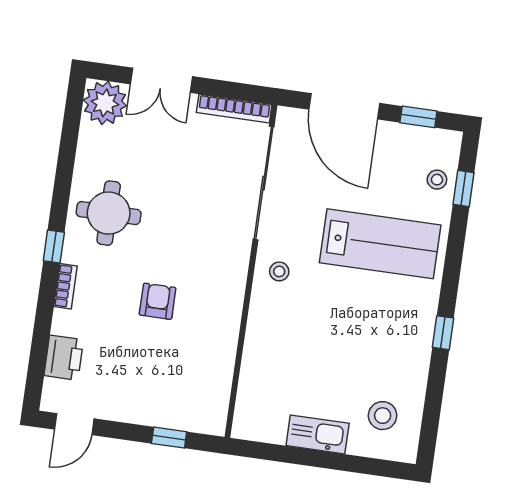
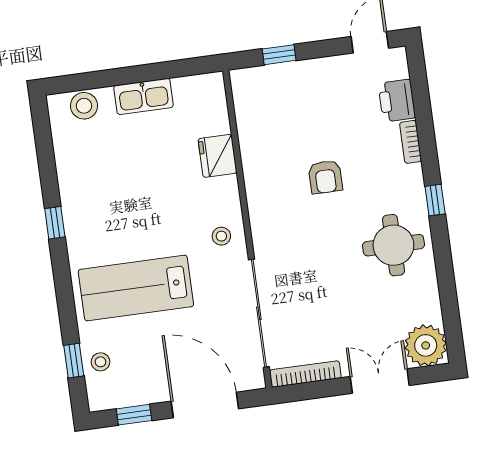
bookcase: (65, 286) -> (411, 142), moved
fridge: (260, 353) -> (217, 156), added
stool: (383, 416) -> (84, 106), moved

